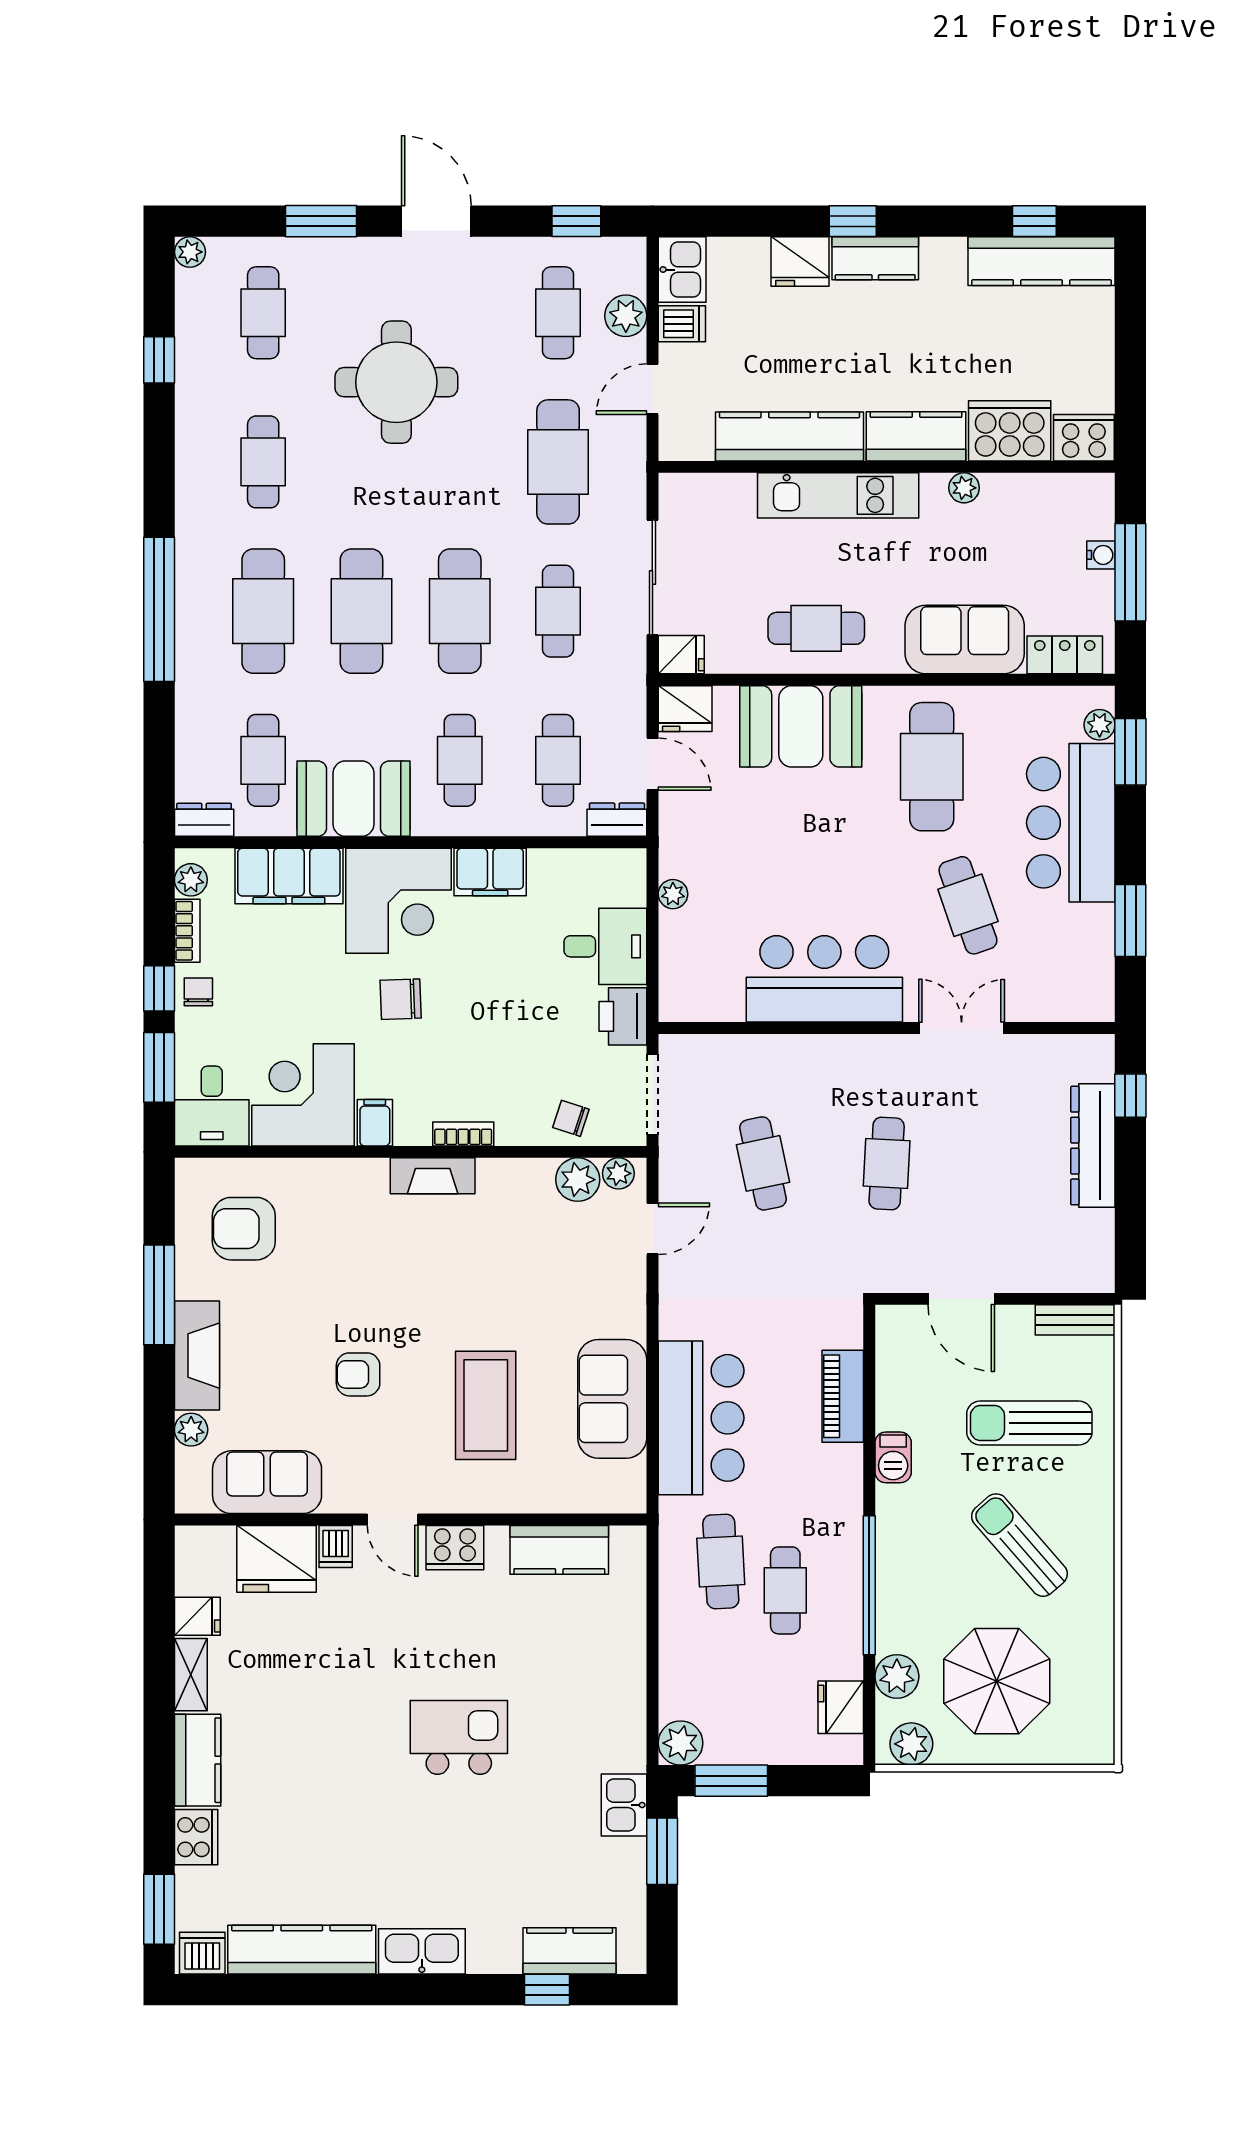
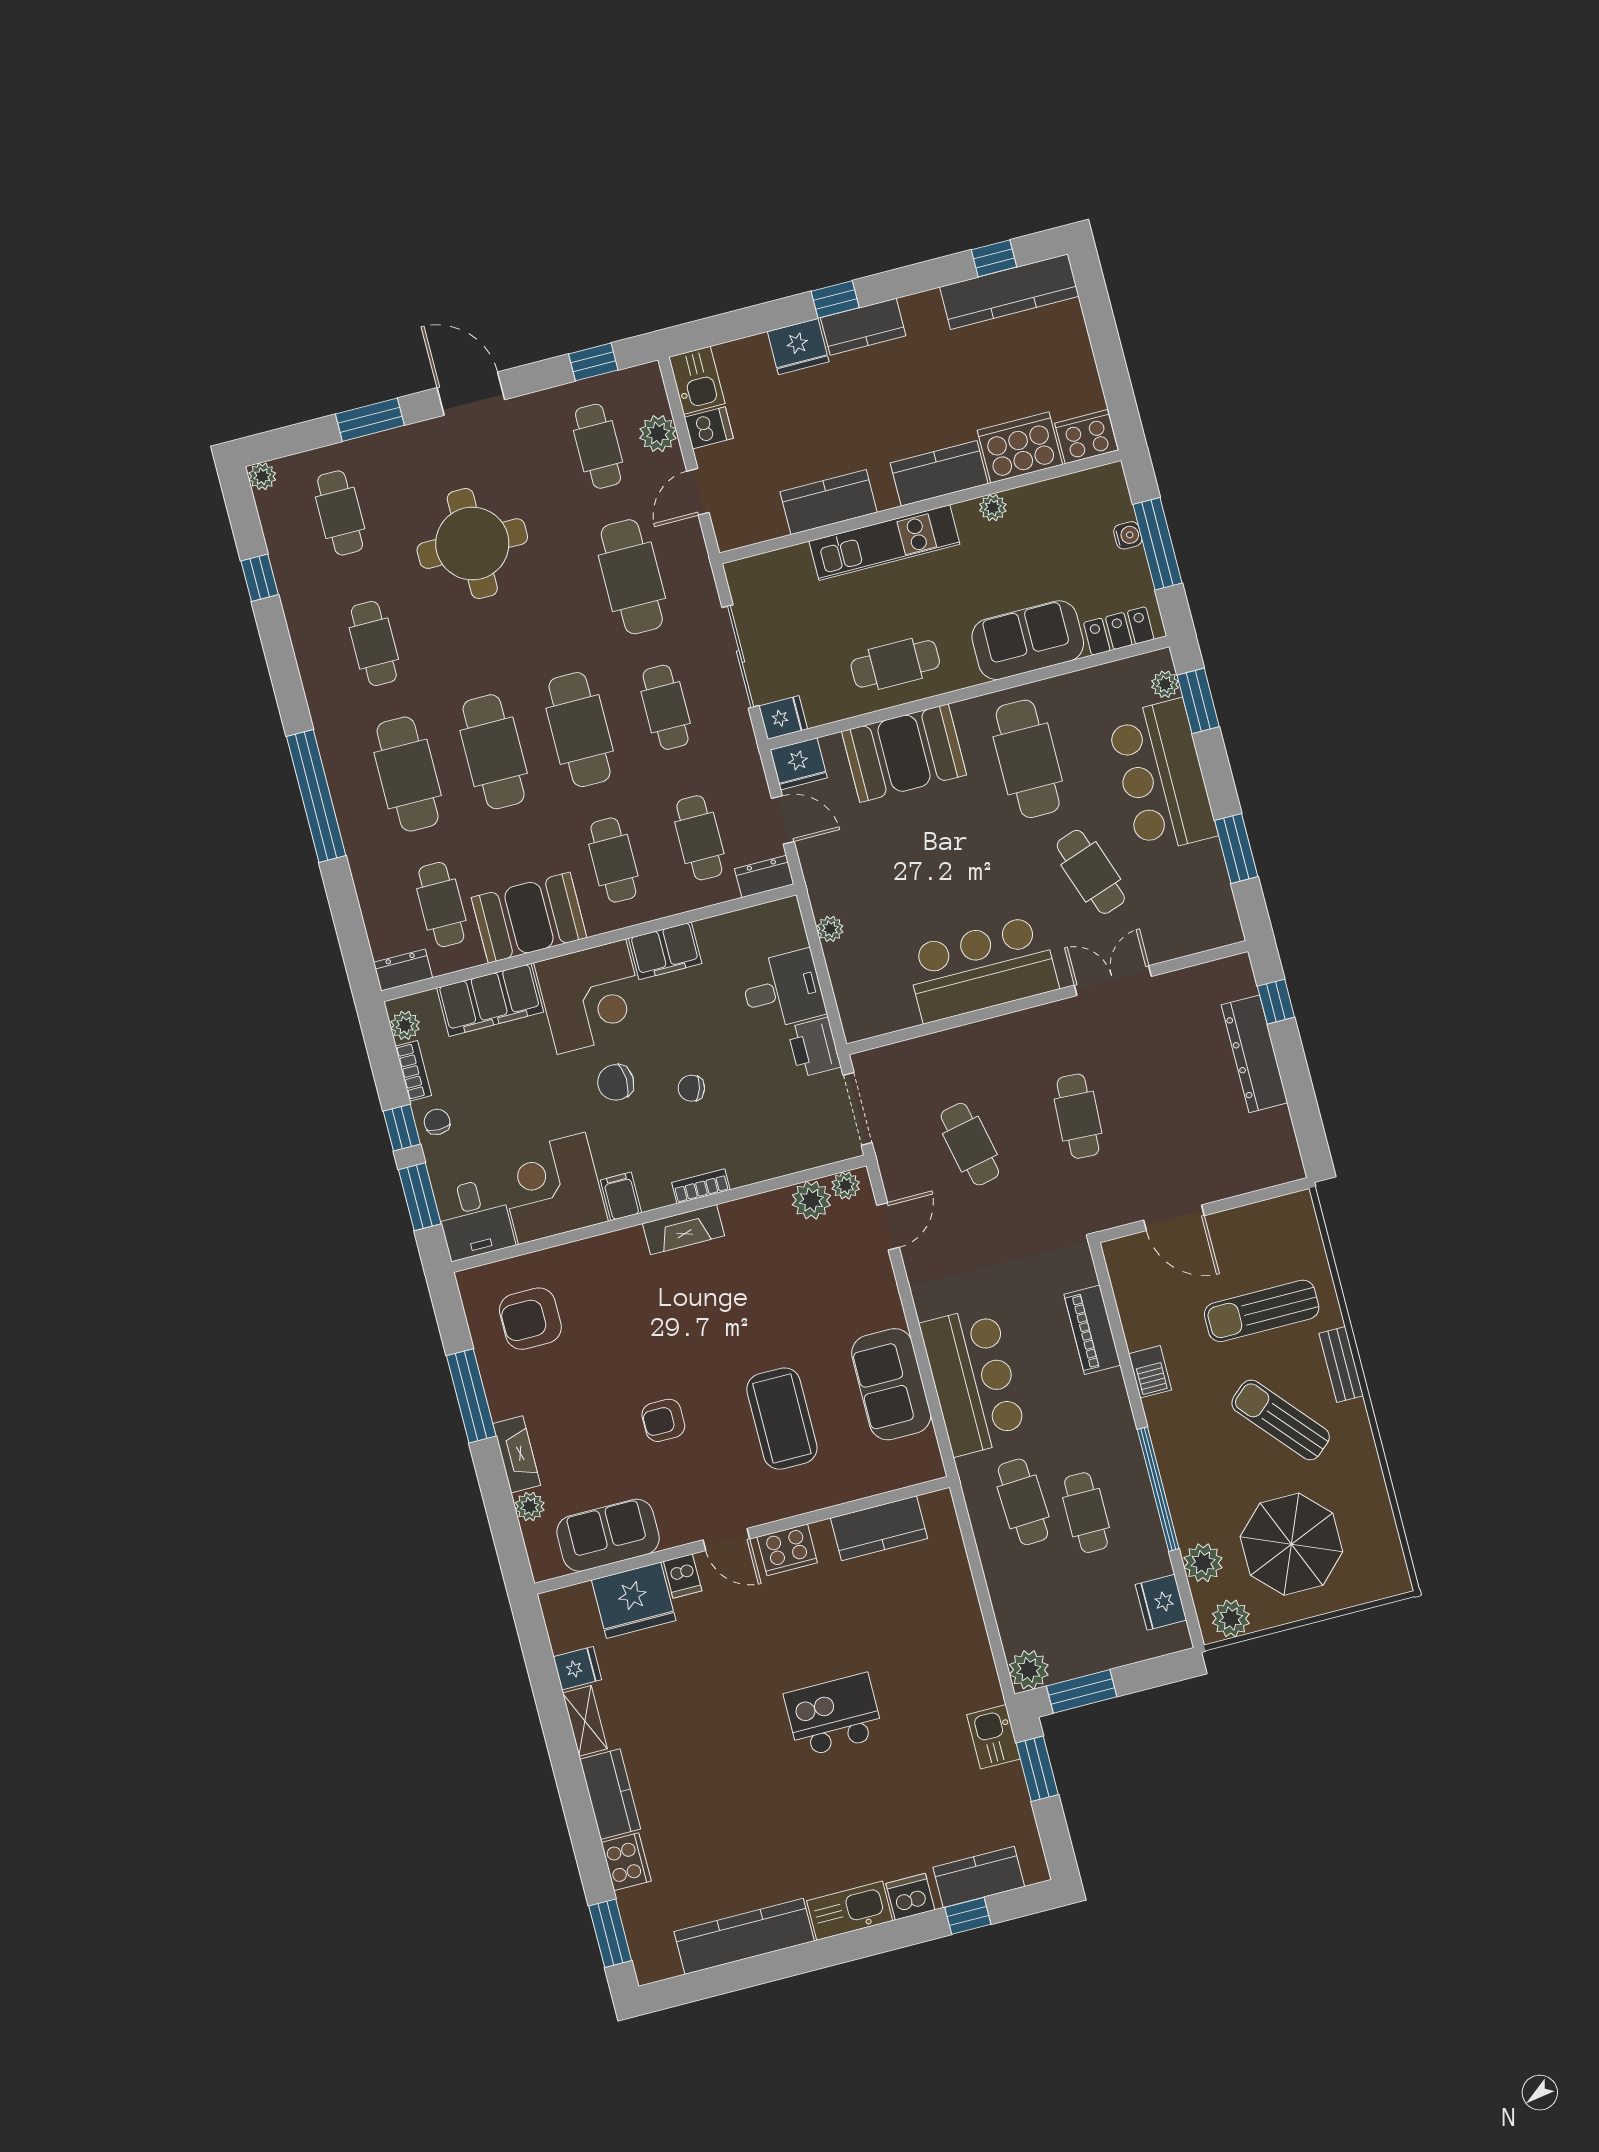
kitchen counter: (790, 436) -> (829, 502), width x0.67
chair: (571, 1118) -> (691, 1088), moved
bench: (1075, 1320) -> (1341, 1365), moved, turned 90
fireplace: (197, 1356) -> (517, 1454), width x0.73, depth x0.76
dishwasher: (202, 1953) -> (910, 1897), moved

